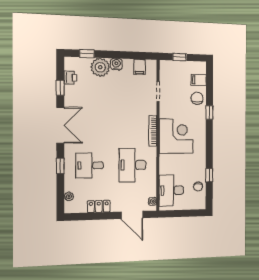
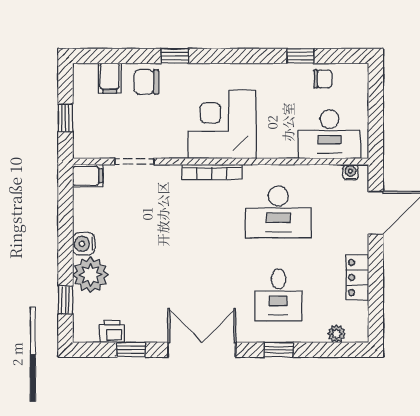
filing cabinet: (140, 67) -> (88, 176), moved

